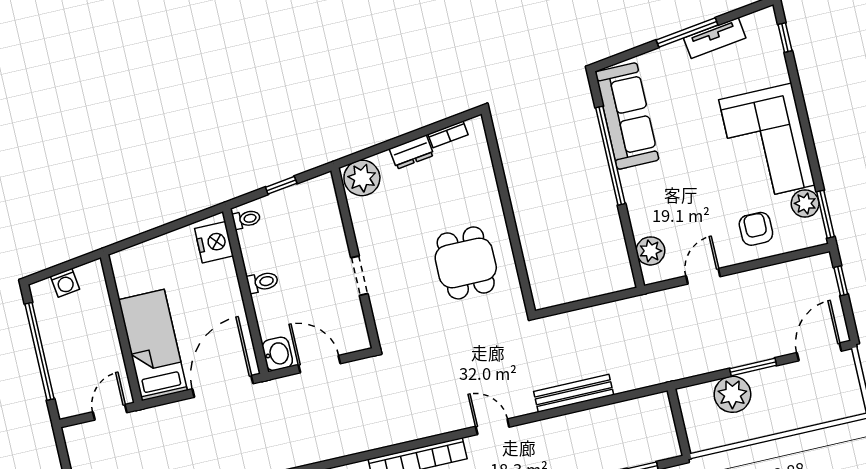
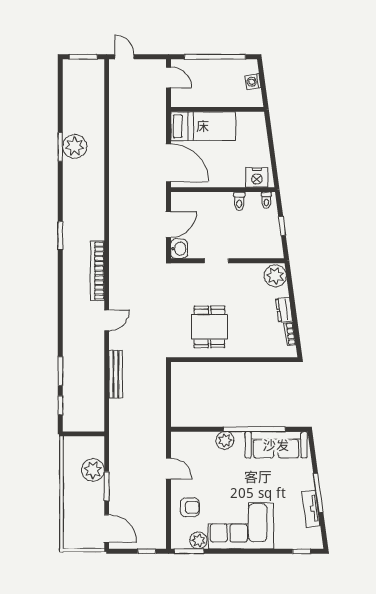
plant: (650, 251) -> (225, 440), moved
dining table: (466, 263) -> (209, 327), turned 90
toilet: (262, 282) -> (239, 201), moved
washbasin: (277, 354) -> (179, 249), moved, turned -90
door: (110, 412) -> (168, 77), moved

